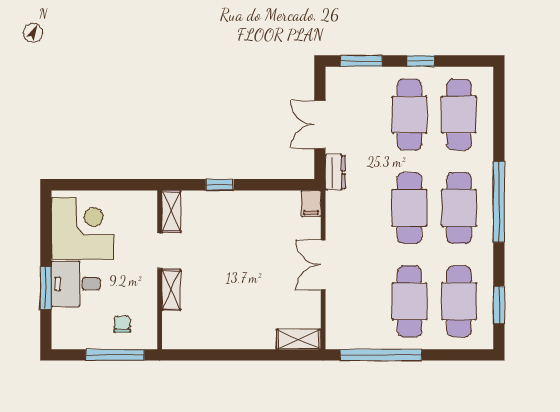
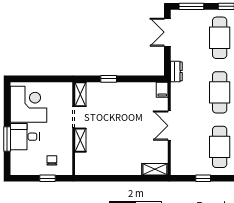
double door: (320, 125) -> (167, 32), moved
window: (115, 355) -> (48, 178), width x0.46
window: (381, 355) -> (203, 178), width x0.32

